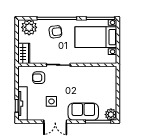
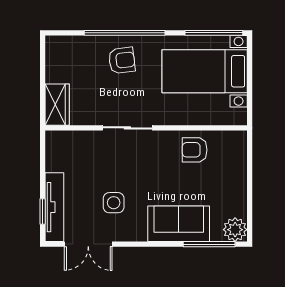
plant: (29, 27) -> (68, 51), removed
armchair: (39, 78) -> (195, 150), moved
double door: (55, 122) -> (88, 244), moved

